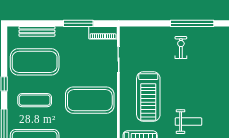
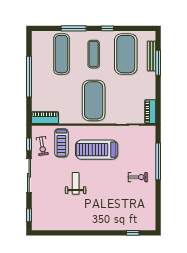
window: (78, 23) -> (158, 63), moved
window: (192, 23) -> (158, 161), moved
weight bench: (188, 122) -> (76, 183), turned 180

